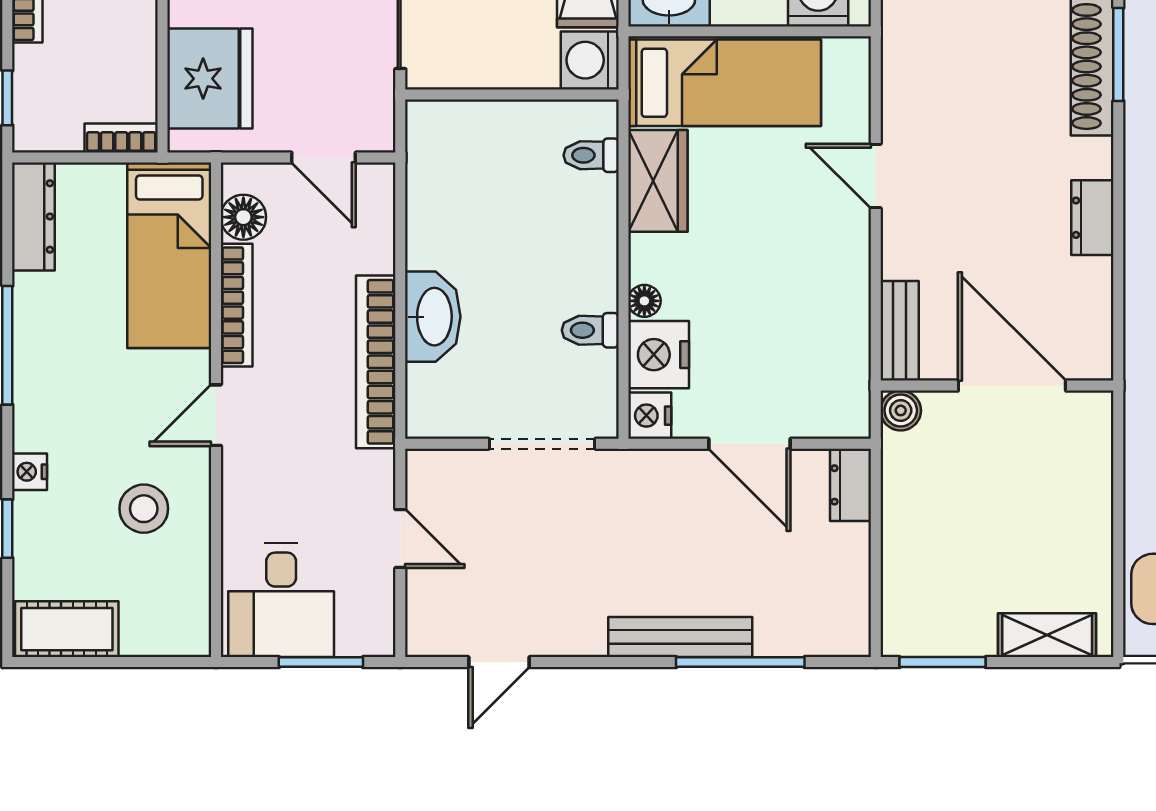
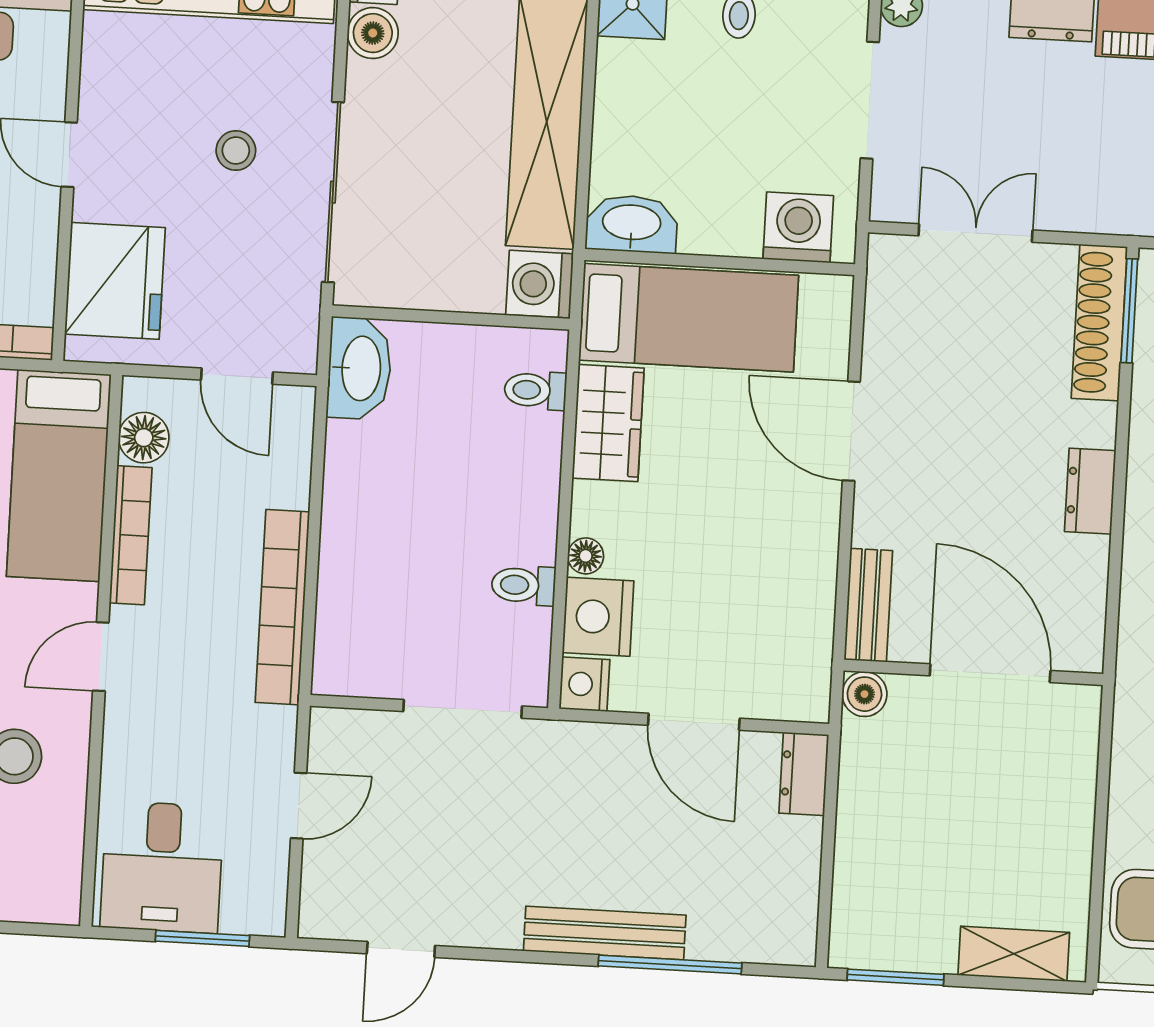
door: (876, 176) -> (851, 431), width x1.38
washbasin: (433, 317) -> (359, 368), moved
door: (400, 539) -> (299, 806), hinge flipped

